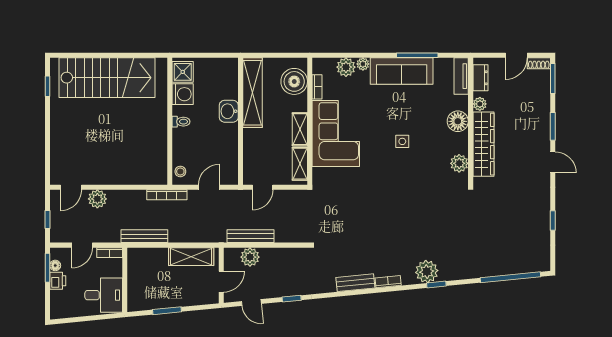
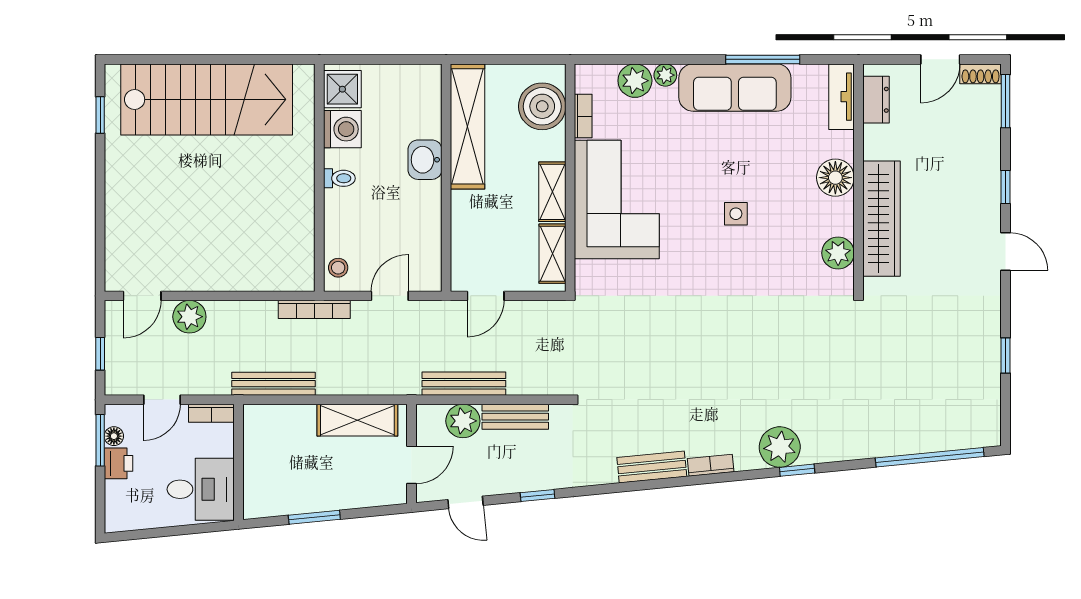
plant: (480, 104) -> (875, 147), removed
window: (553, 126) -> (1005, 187), width x0.67
bench: (279, 255) -> (515, 417), added

